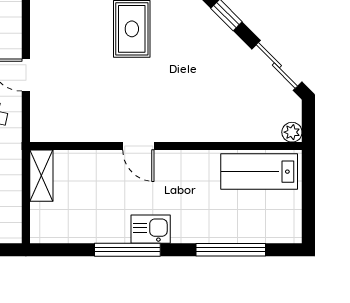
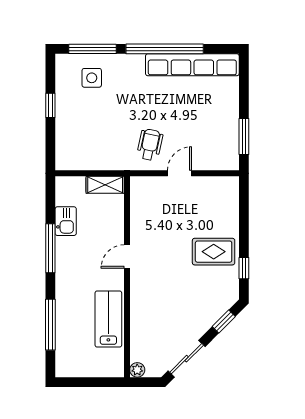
lab bench: (259, 172) -> (108, 319), moved
kitchen sink: (151, 229) -> (66, 221), moved

